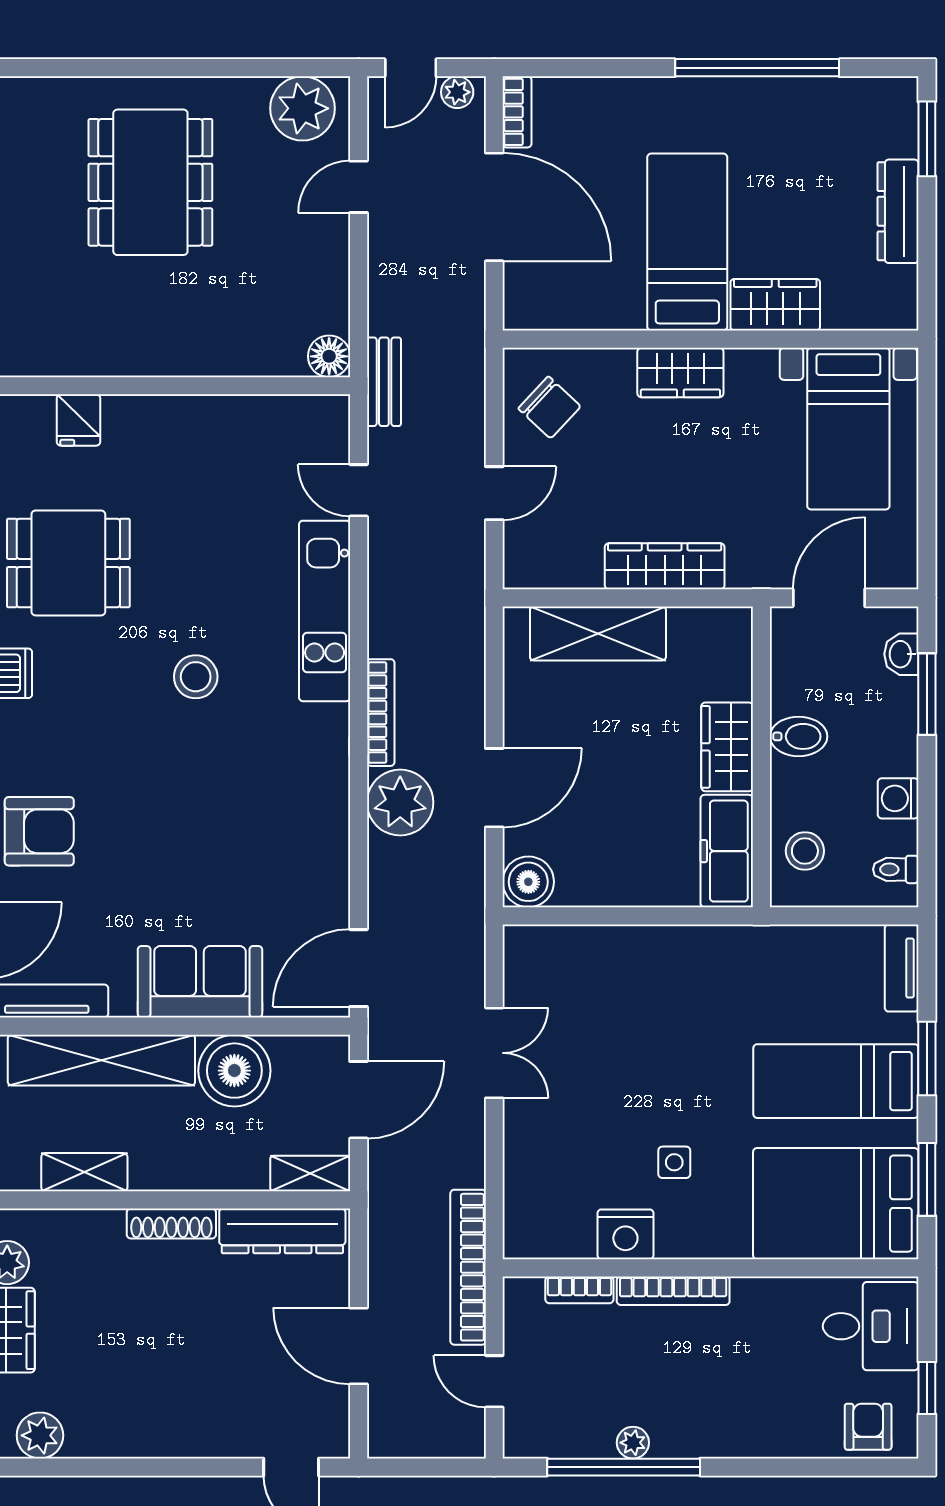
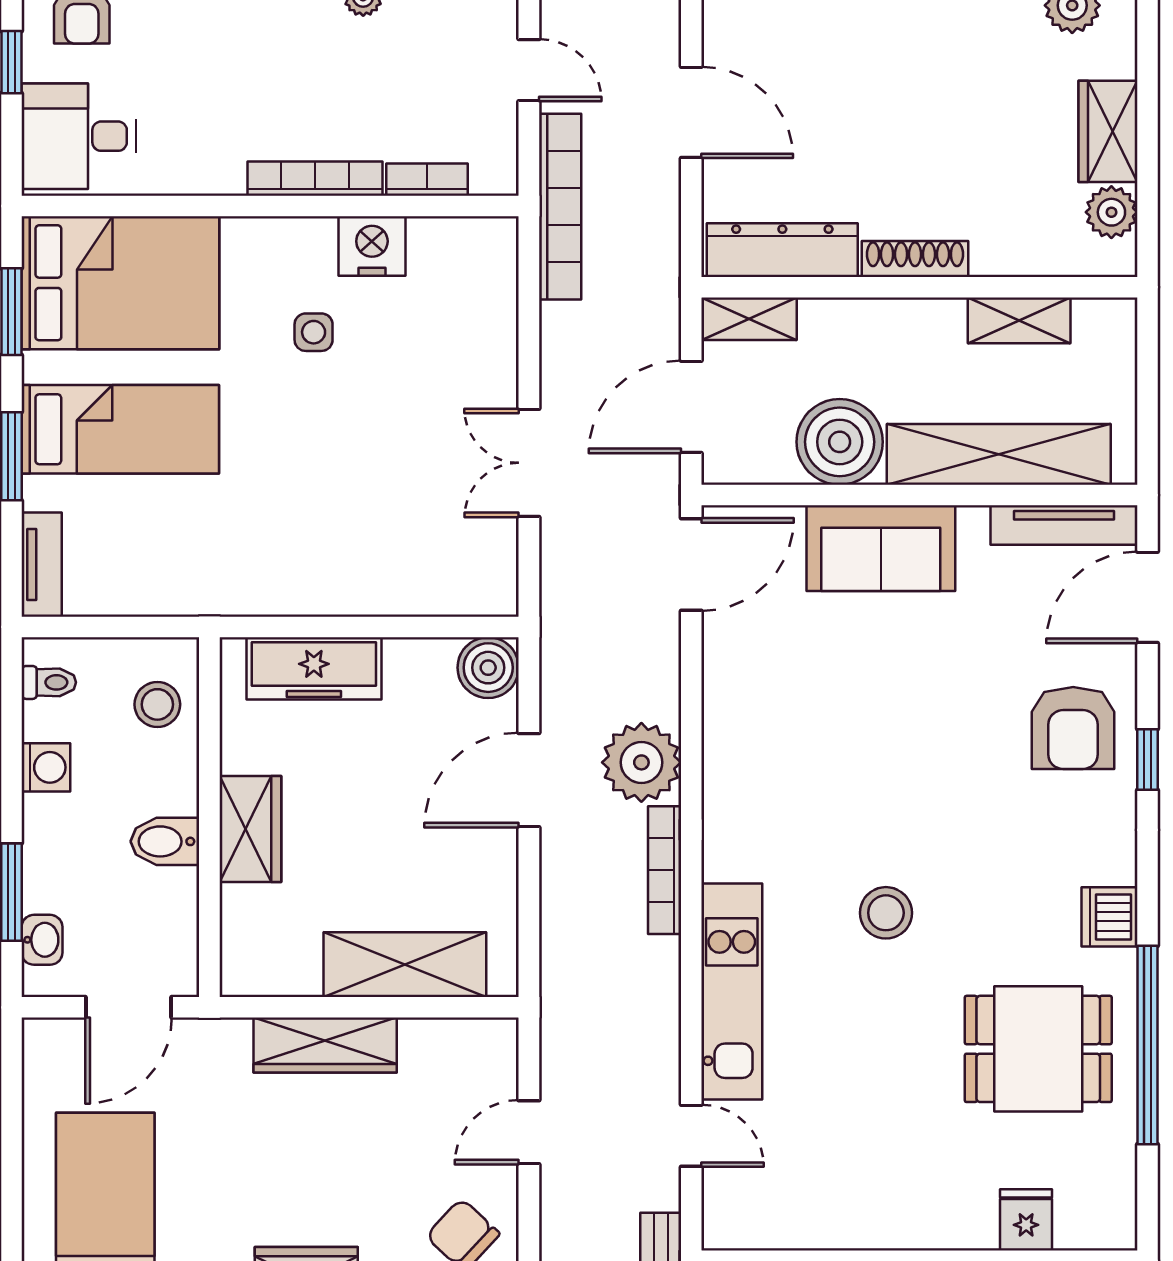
armchair: (39, 831) -> (1073, 728), turned -90
freezer: (727, 851) -> (314, 668), moved, turned 90

